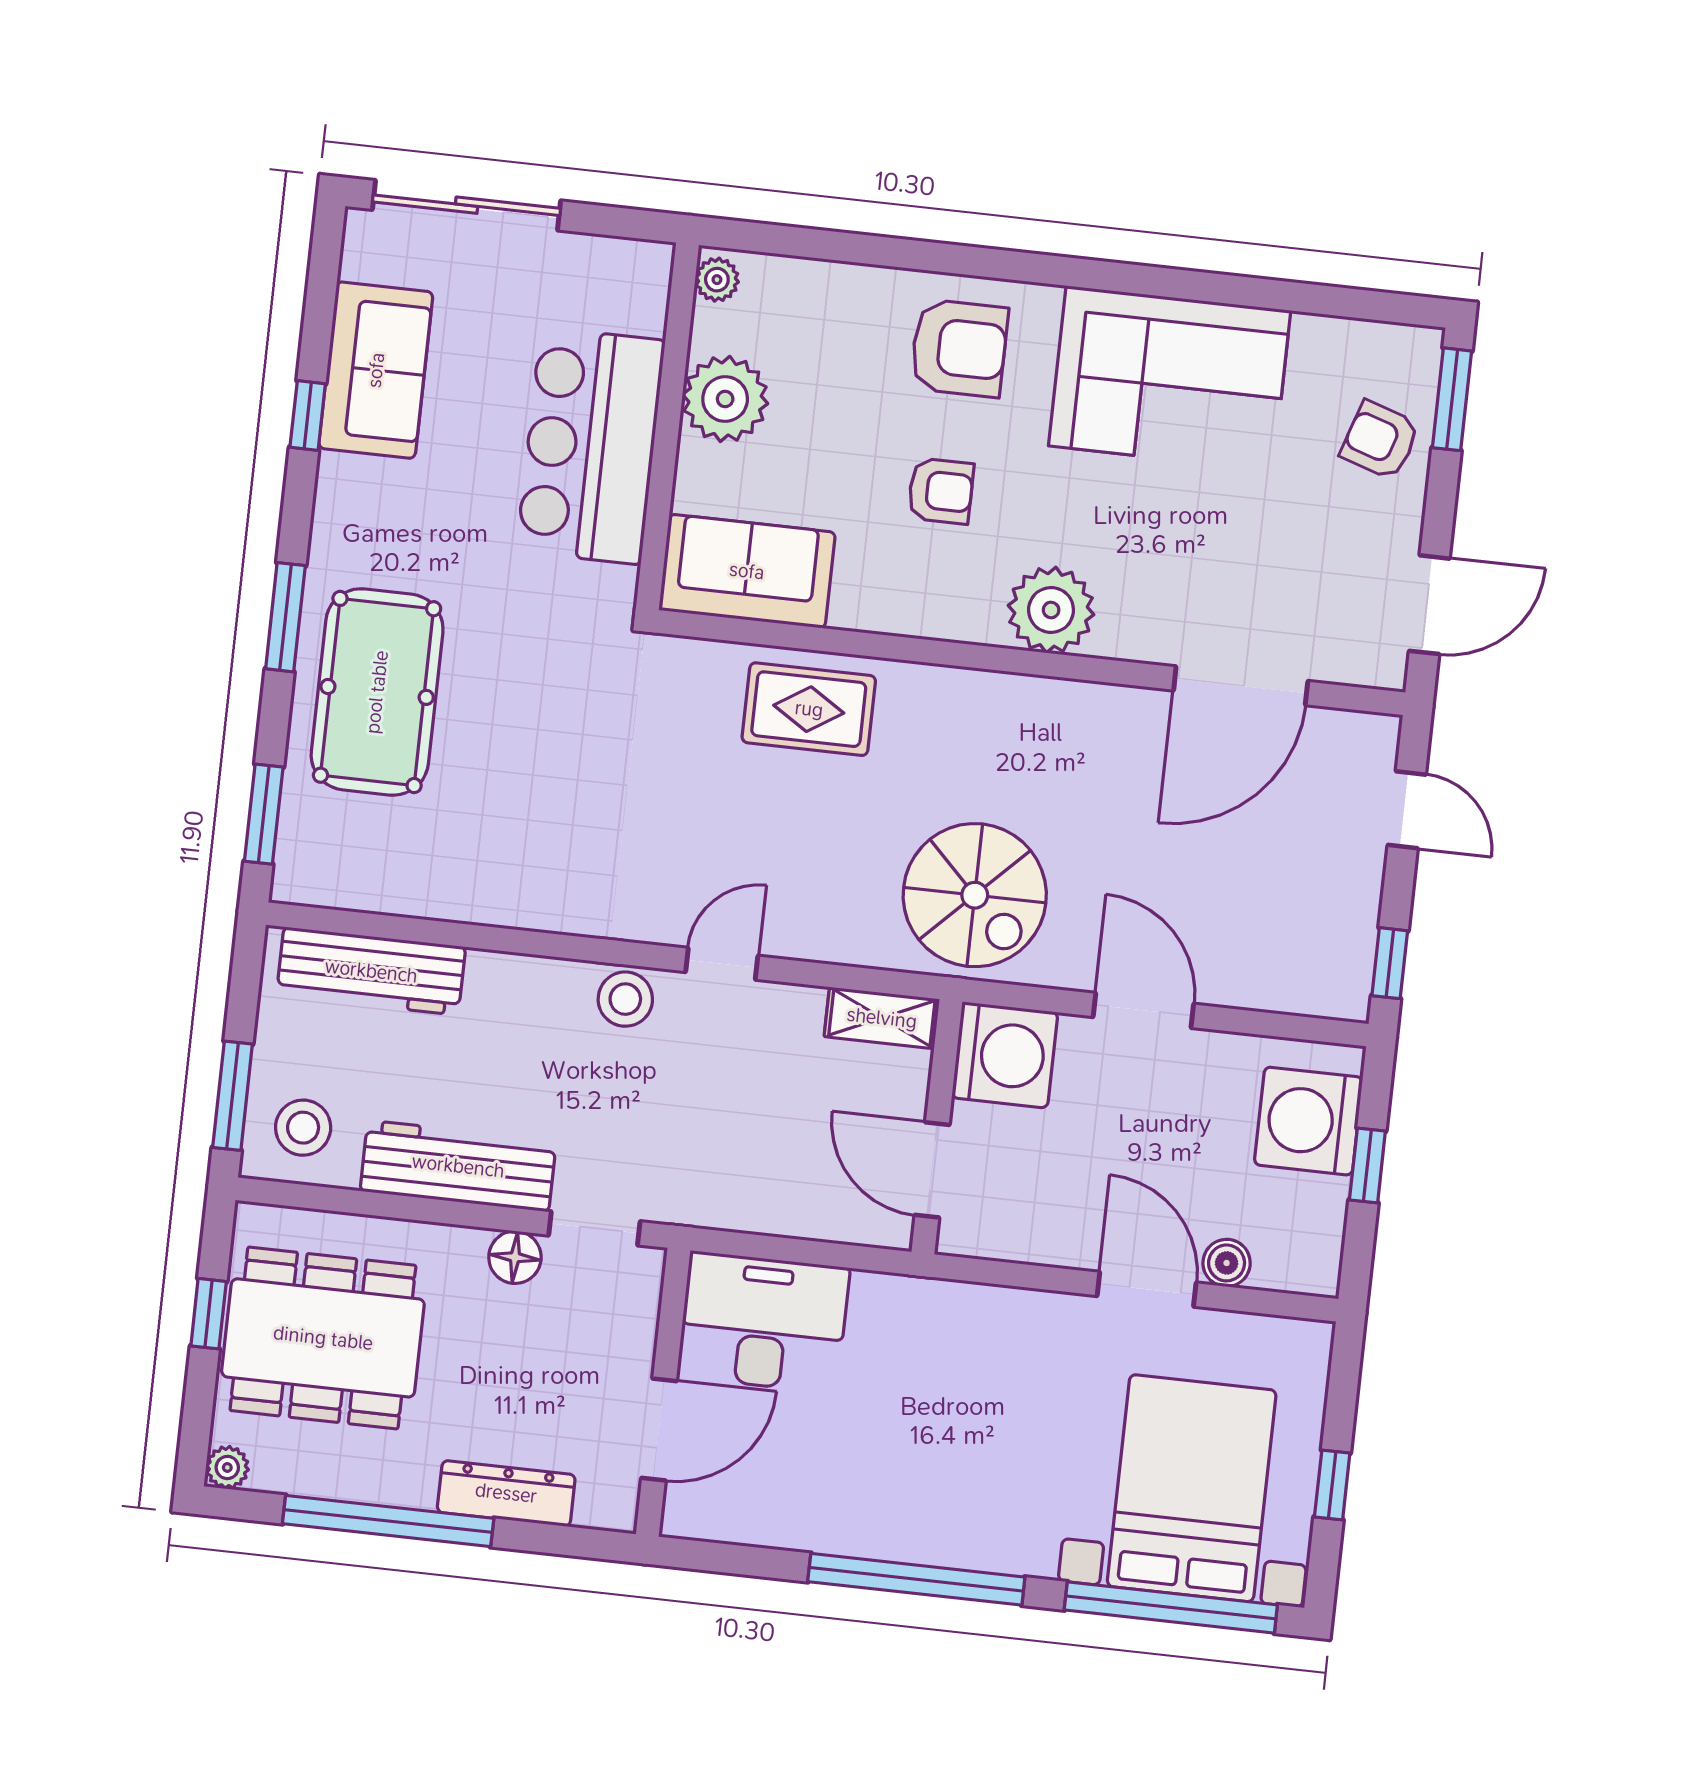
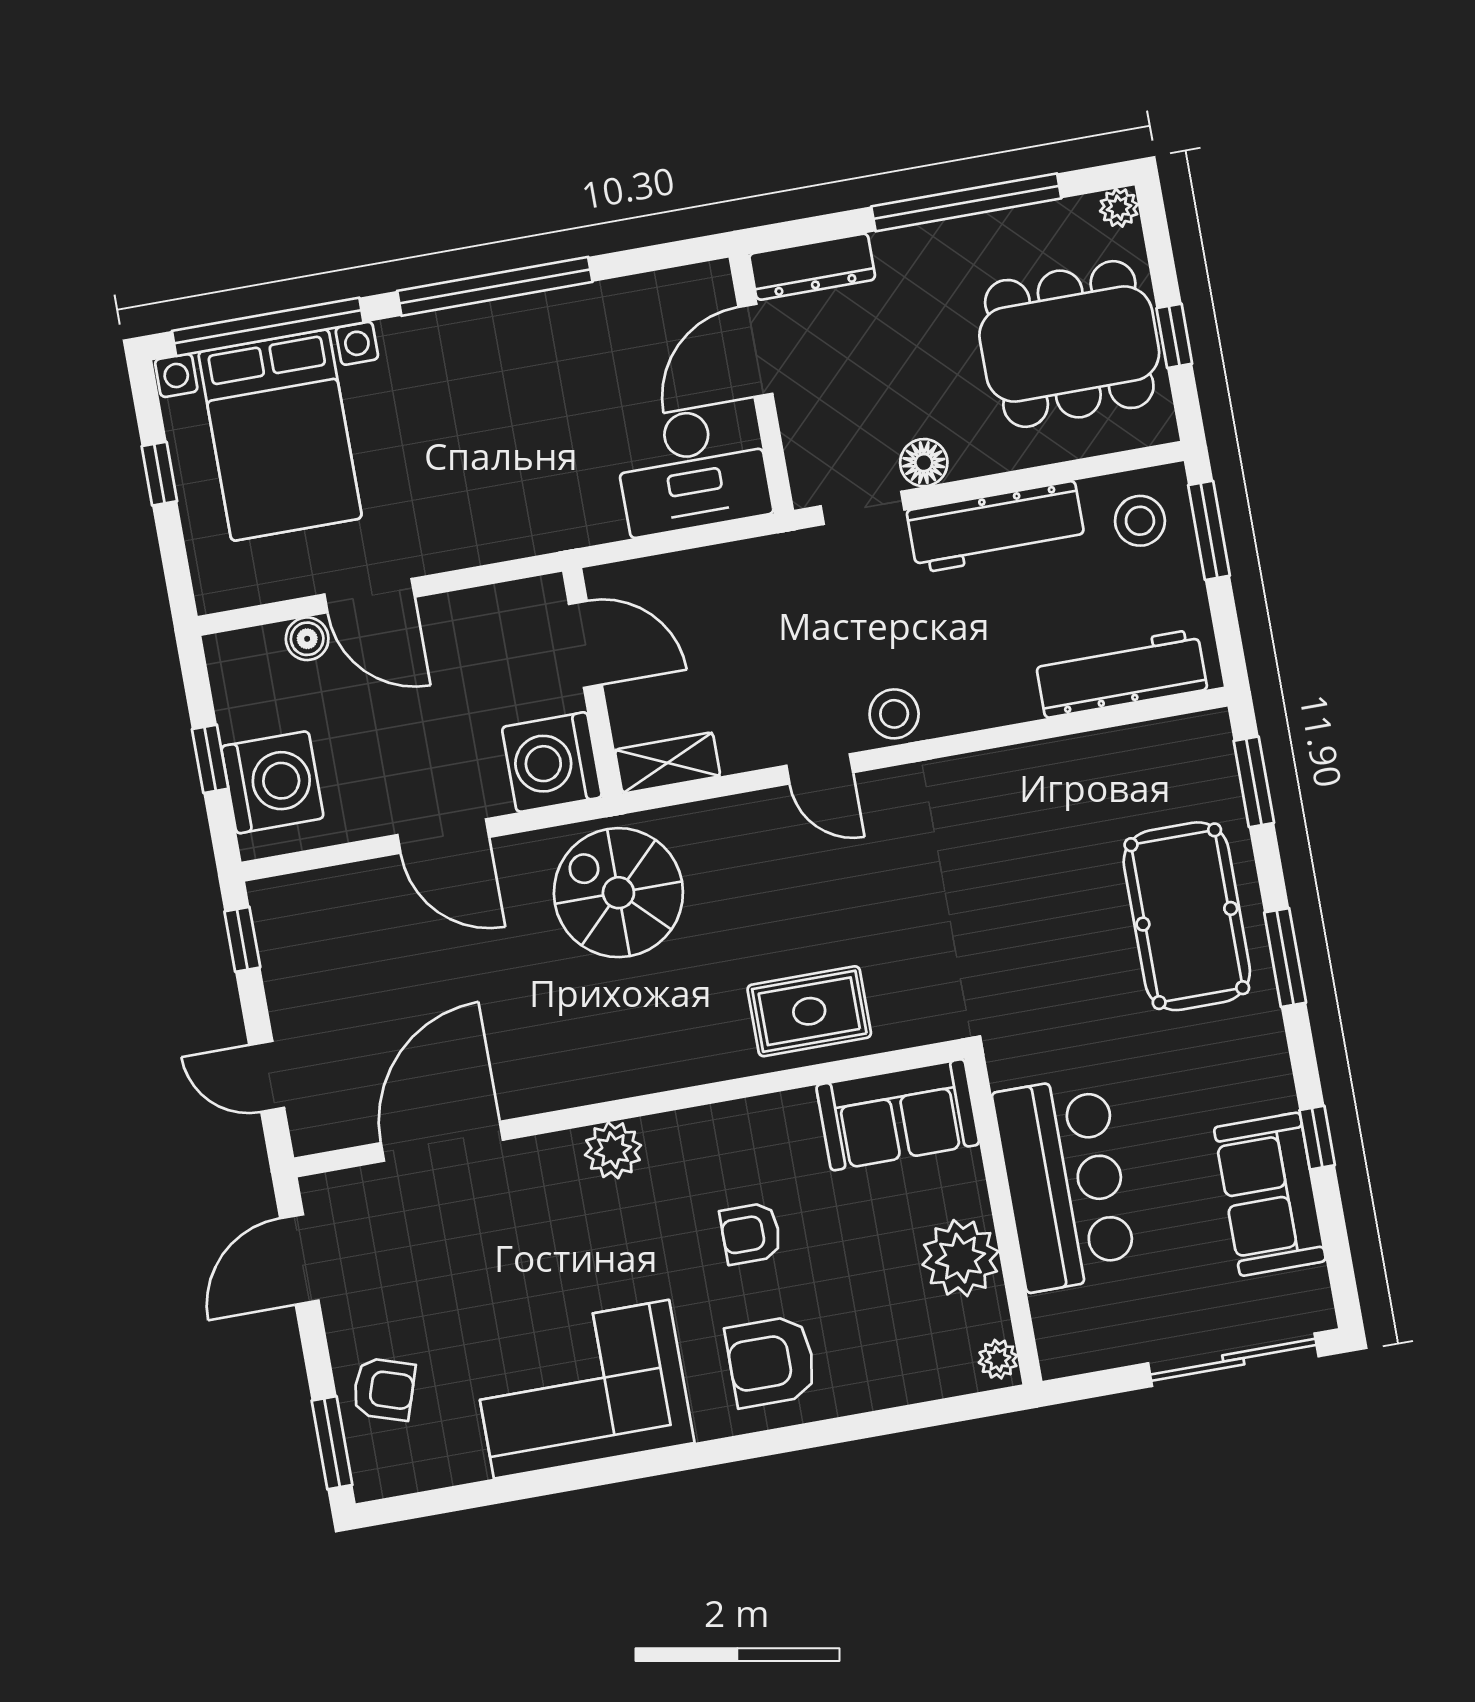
plant: (1051, 610) -> (613, 1150), width x0.73, depth x0.73
door: (722, 964) -> (820, 769), hinge flipped
dresser: (506, 1493) -> (812, 267), moved

